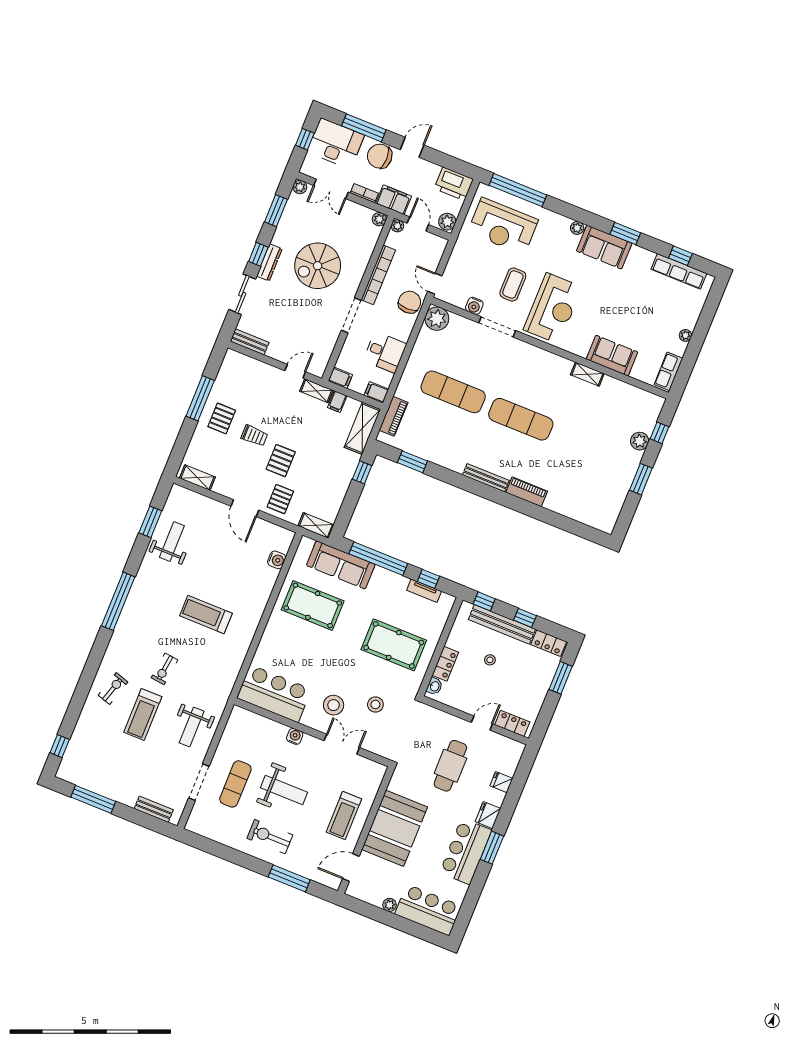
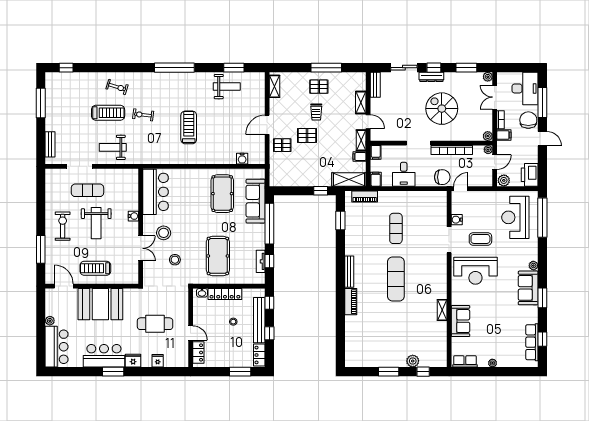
window: (305, 139) -> (520, 68), removed
filing cabinet: (394, 200) -> (504, 135), width x0.50
plant: (437, 319) -> (439, 199), removed
exercise mat: (453, 392) -> (396, 228), width x0.73, depth x0.69
shelving: (316, 525) -> (361, 102), moved
locker: (445, 664) -> (225, 294), width x1.53
treadmill: (143, 715) -> (108, 113), turned 180

